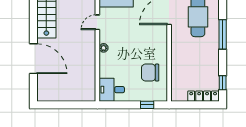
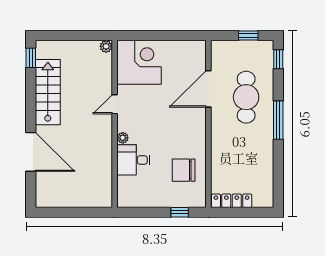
window: (223, 83) -> (278, 183), removed
desk: (112, 90) -> (133, 160), moved
locker: (203, 96) -> (232, 201), moved

